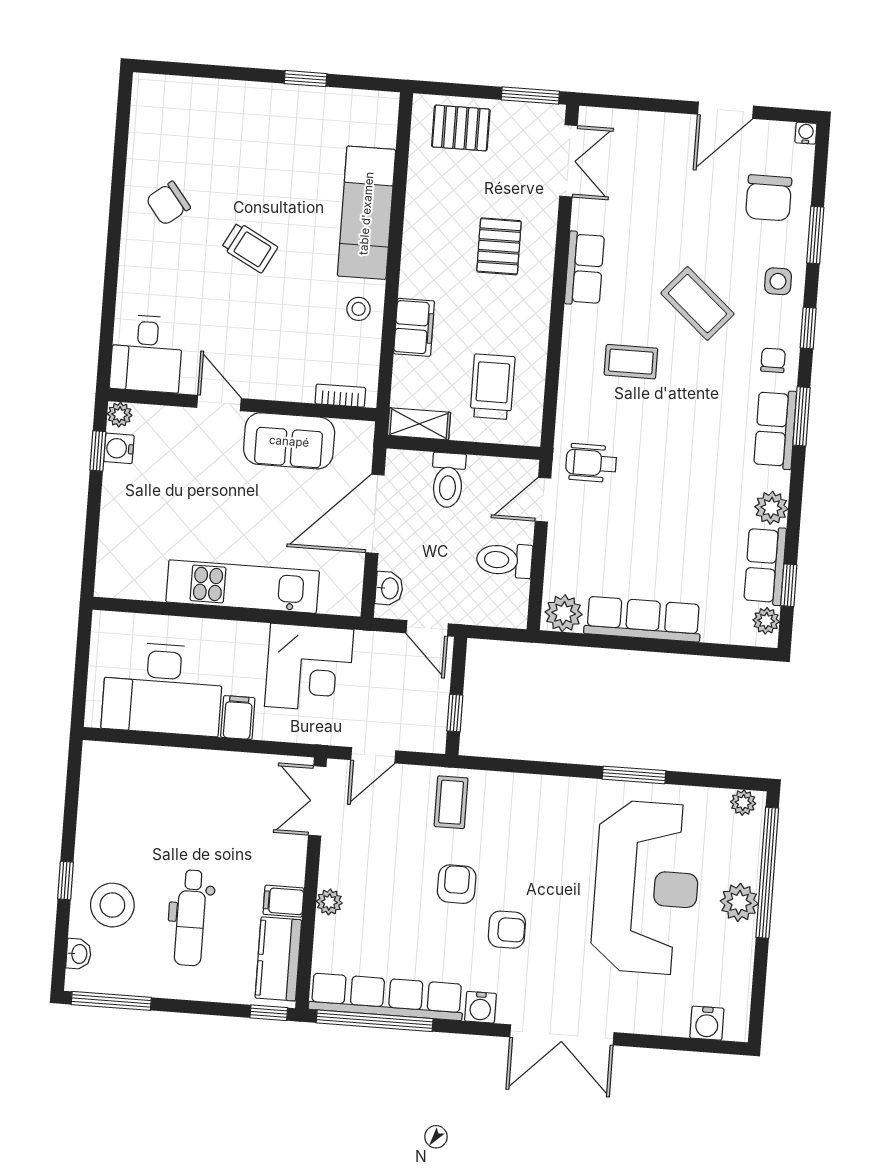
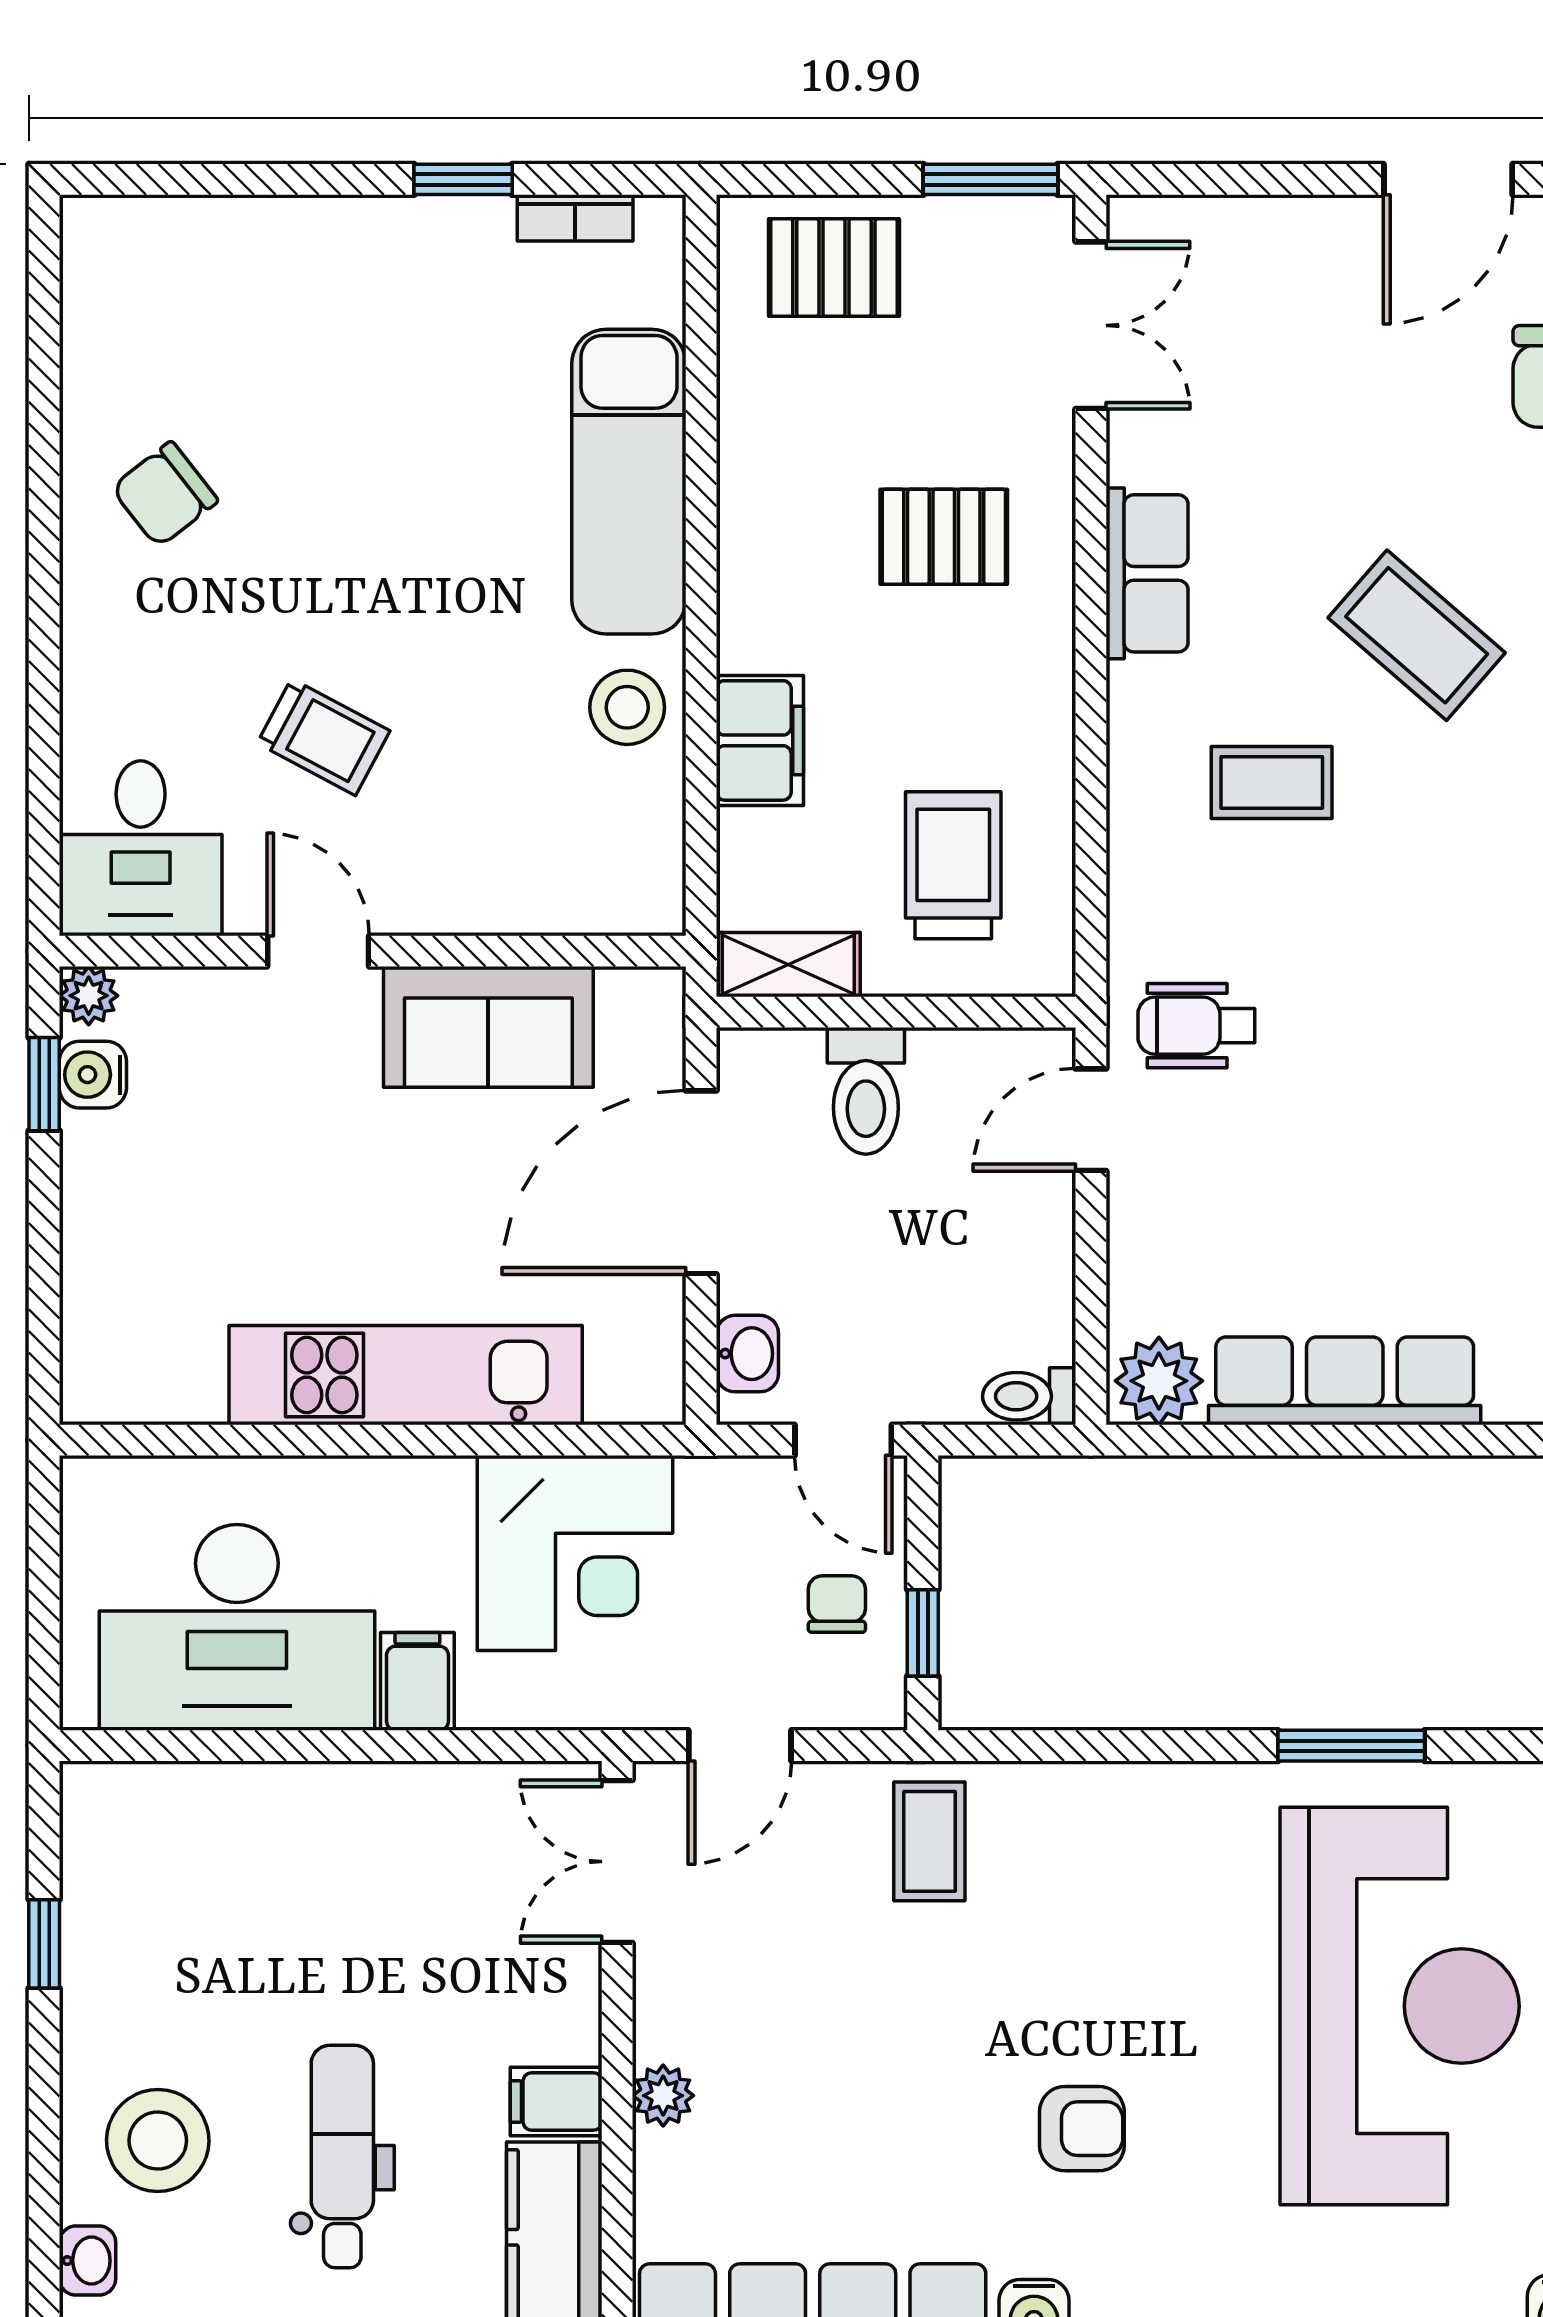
pallet: (499, 246) -> (944, 537), turned 90
trolley: (250, 248) -> (324, 737), moved
stool: (359, 309) -> (627, 707), width x1.37, depth x1.37
bookcase: (340, 396) -> (575, 218), moved, turned 180
toilet: (504, 560) -> (1029, 1396), moved, width x0.73, depth x0.72
chair: (419, 698) -> (837, 1604), added
window: (66, 881) -> (44, 1944), moved
armchair: (457, 884) -> (957, 2031), removed
dental chair: (191, 918) -> (342, 2157), turned 180

